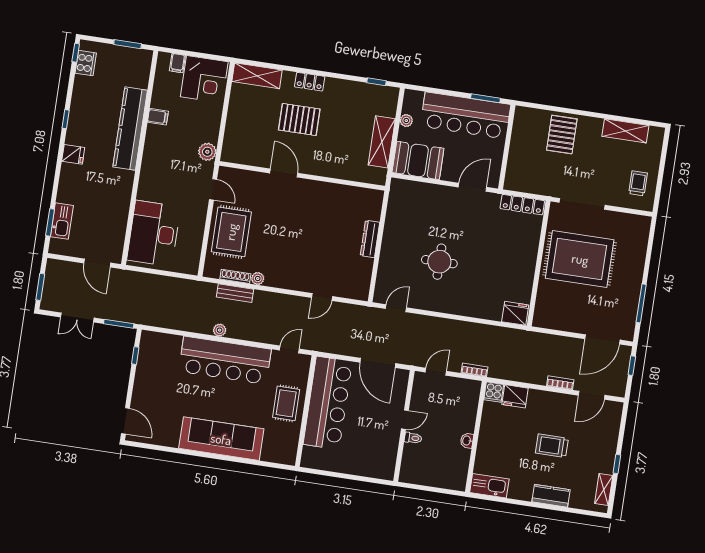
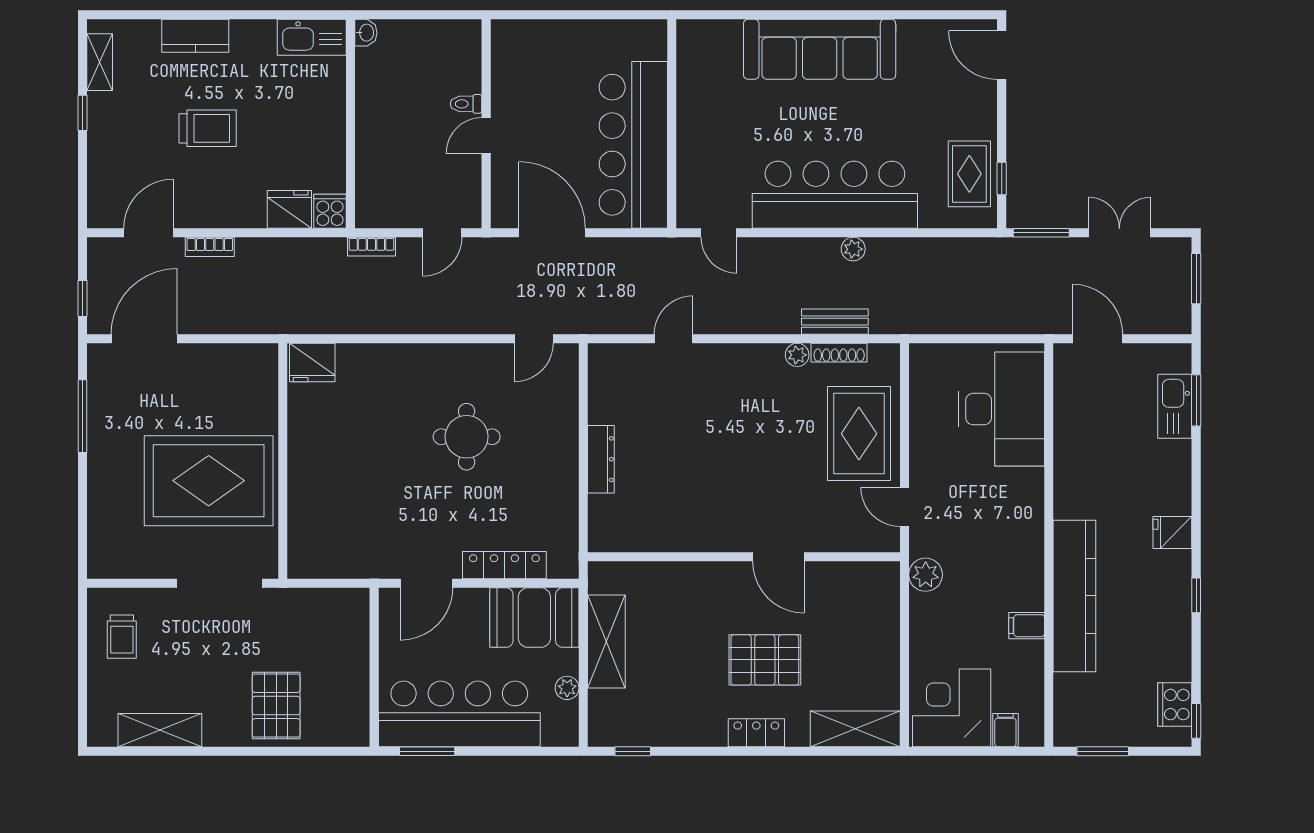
locker: (522, 205) -> (504, 565), moved
door: (289, 350) -> (719, 233), hinge flipped
rug: (286, 403) -> (969, 174), moved
washbasin: (467, 441) -> (366, 33), moved

